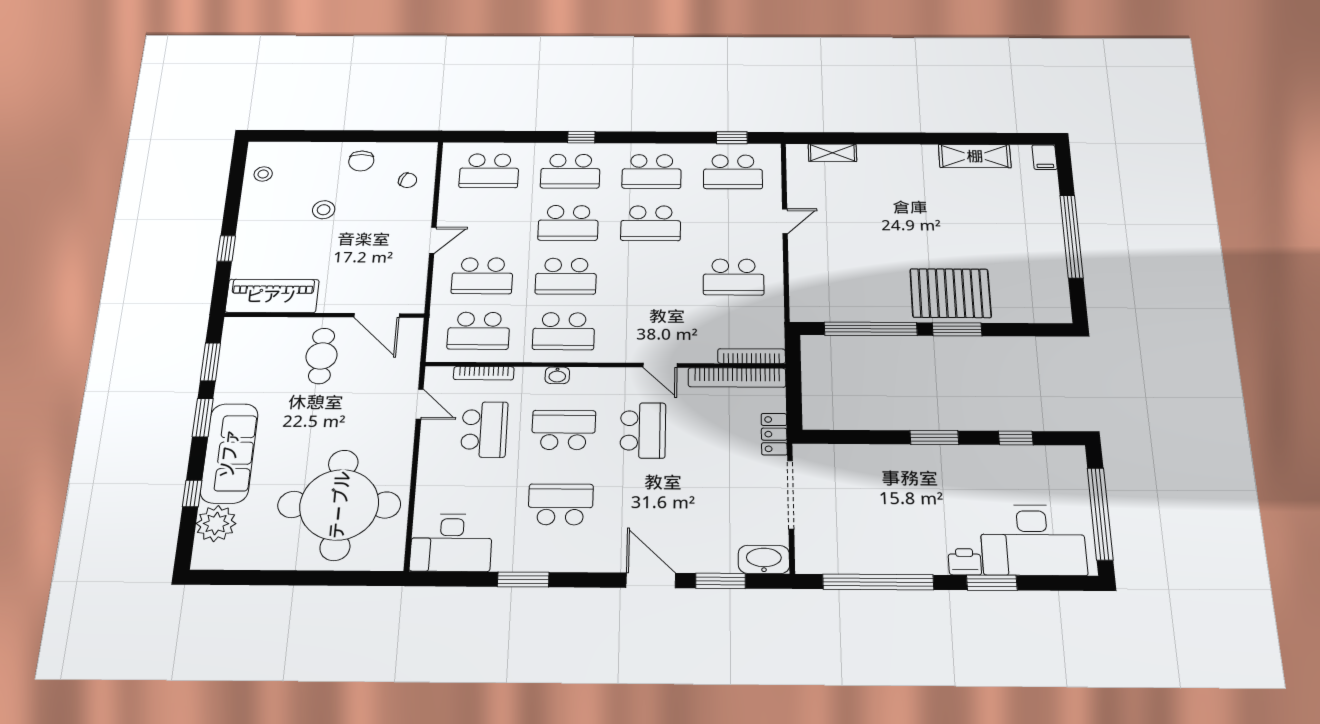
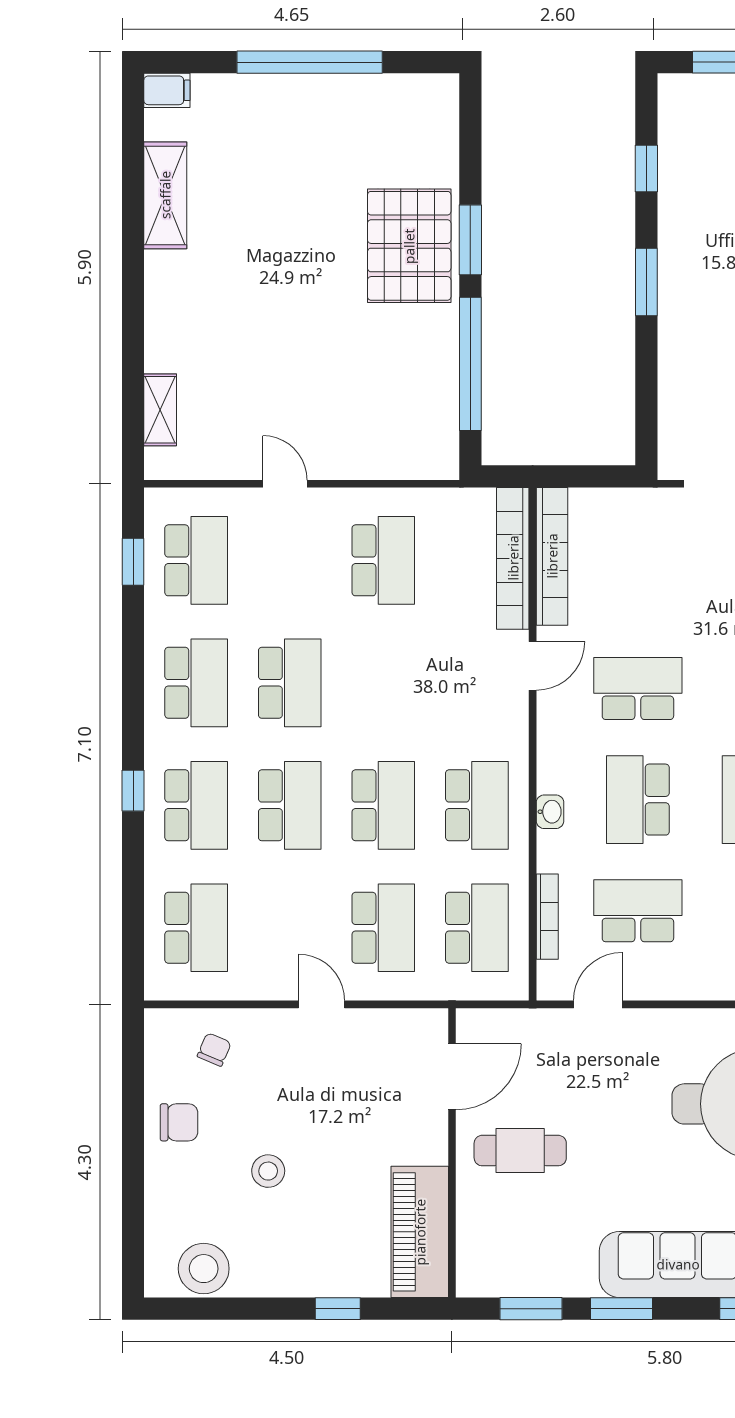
stool: (263, 174) -> (204, 1269), width x1.89, depth x1.89
bookcase: (752, 356) -> (513, 558), width x1.48, depth x1.31
locker: (774, 434) -> (643, 505), removed

